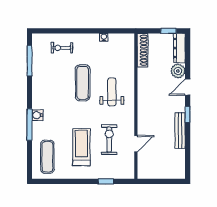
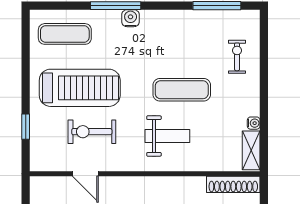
shelving: (121, 39) -> (251, 150), added
exercise bike: (109, 140) -> (92, 132), turned 180
treadmill: (81, 147) -> (80, 88), width x1.37, depth x1.38

